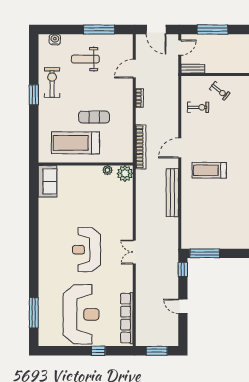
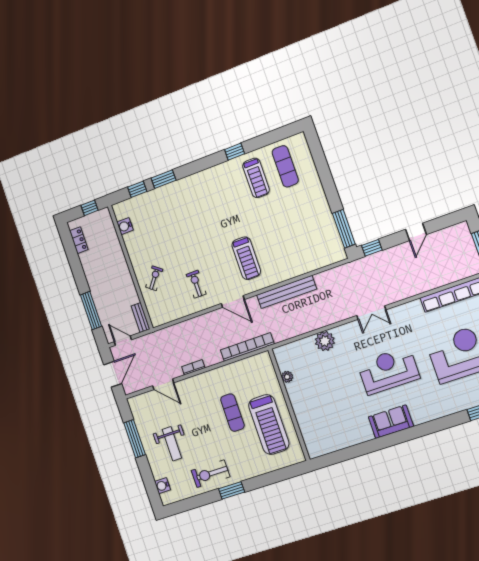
exercise bike: (198, 107) -> (196, 284), moved
plant: (125, 173) -> (325, 341), moved
sofa: (47, 181) -> (391, 422), moved
reception desk: (87, 250) -> (388, 371), turned 180

